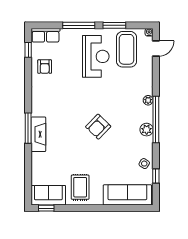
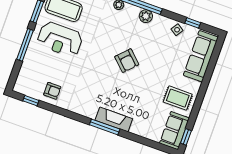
row of seats: (46, 35) -> (23, 79), removed
reception desk: (96, 56) -> (60, 39), turned 180

